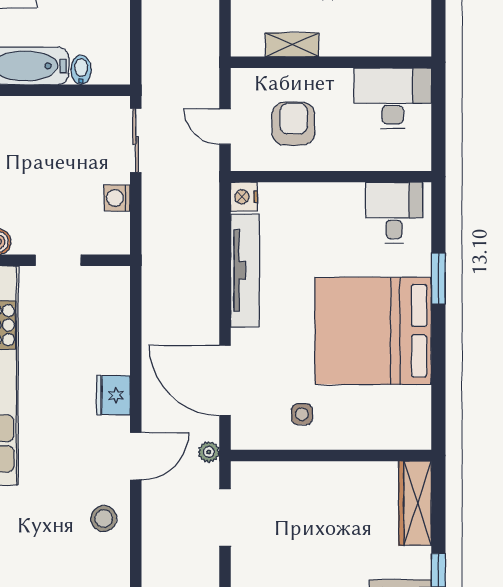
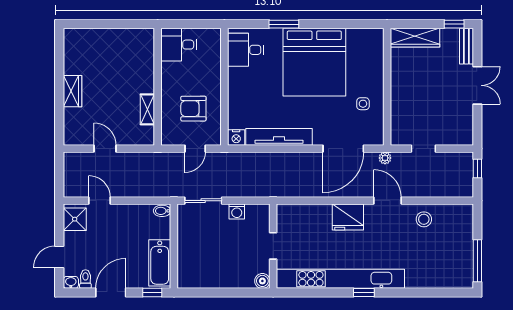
bidet: (81, 70) -> (162, 211), moved
desk: (393, 98) -> (179, 45), width x0.73
fridge: (113, 395) -> (348, 217), width x1.36, depth x1.34
doorway: (225, 518) -> (423, 149), width x0.73

